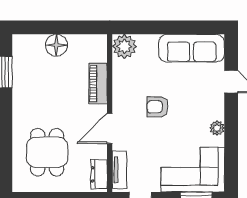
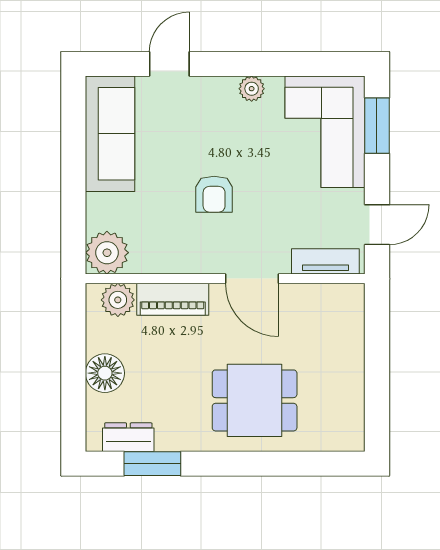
plant: (98, 52) -> (118, 300), added
dining table: (47, 152) -> (255, 400), moved
dresser: (99, 174) -> (128, 437), moved, turned 180

